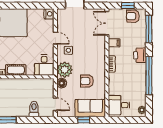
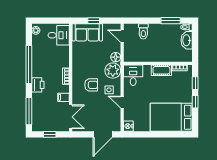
armchair: (133, 16) -> (45, 124), removed
armchair: (87, 81) -> (91, 85), moved

